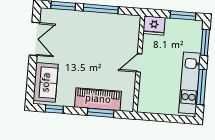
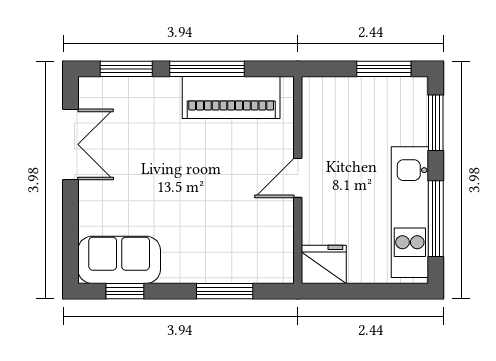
fridge: (154, 26) -> (324, 264), moved, turned 180
sofa: (46, 82) -> (119, 260), moved, turned -90
piano: (98, 99) -> (231, 97), moved, turned 180

